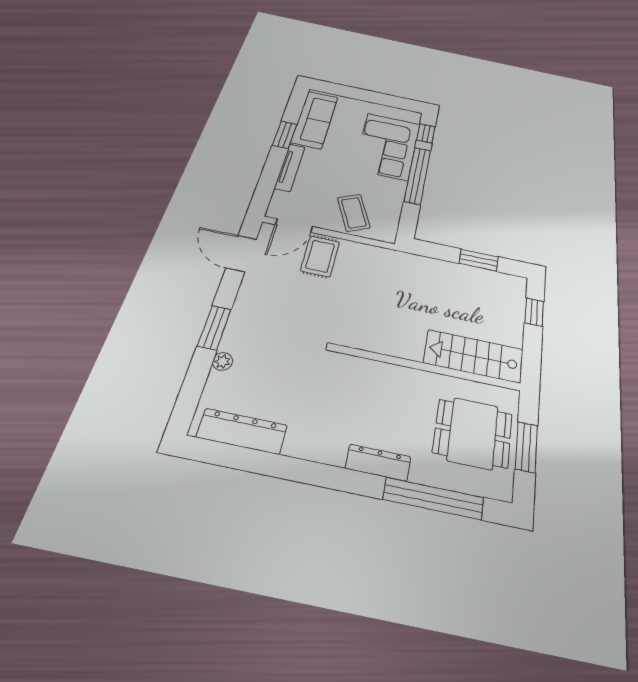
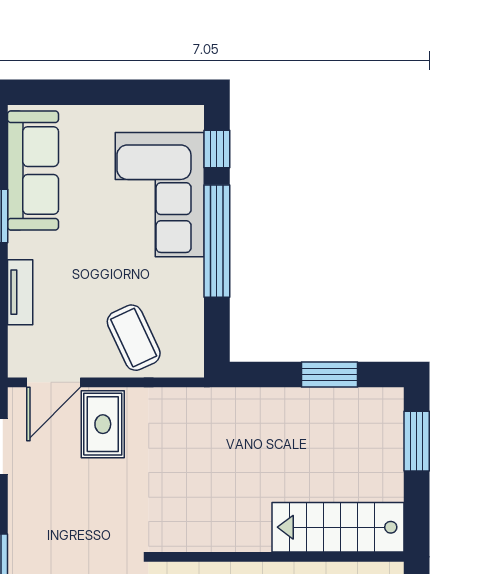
tv unit: (290, 168) -> (20, 292), width x0.71
window: (534, 312) -> (417, 441), width x1.50

